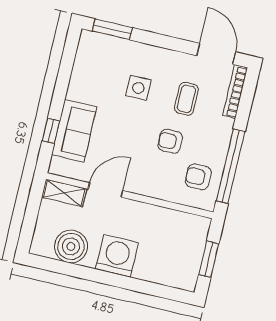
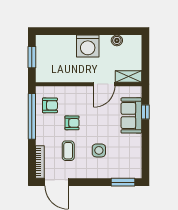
boiler: (71, 246) -> (117, 40), width x0.54, depth x0.54

